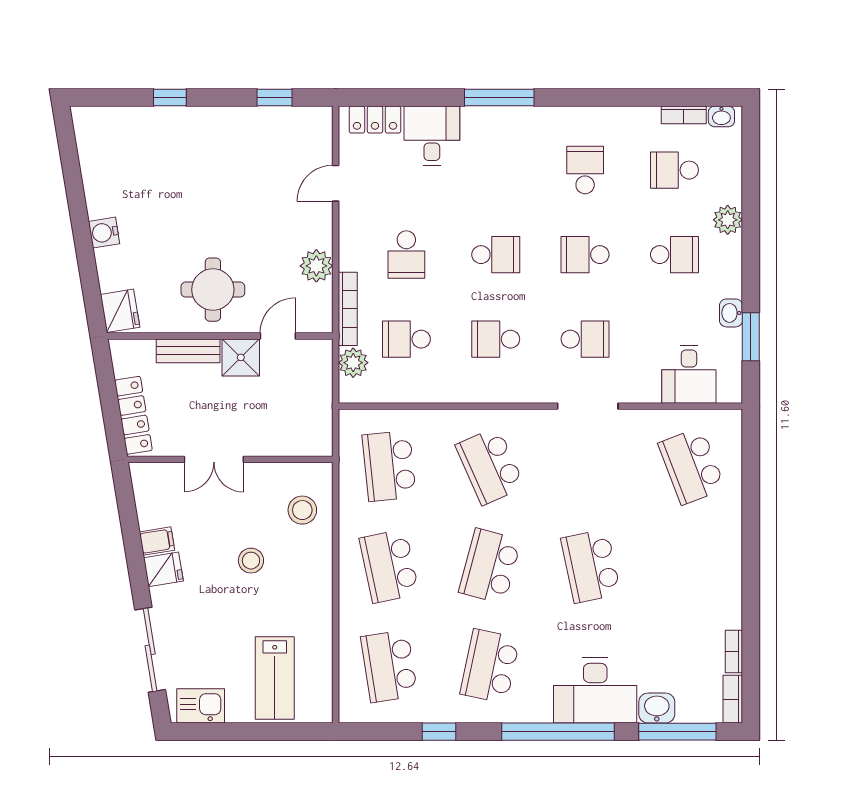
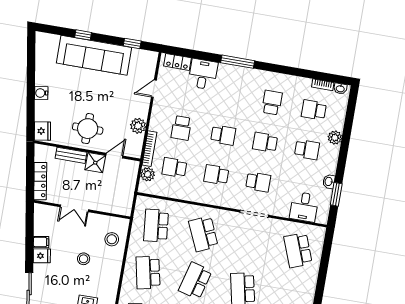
sofa: (200, 136) -> (94, 55), added

